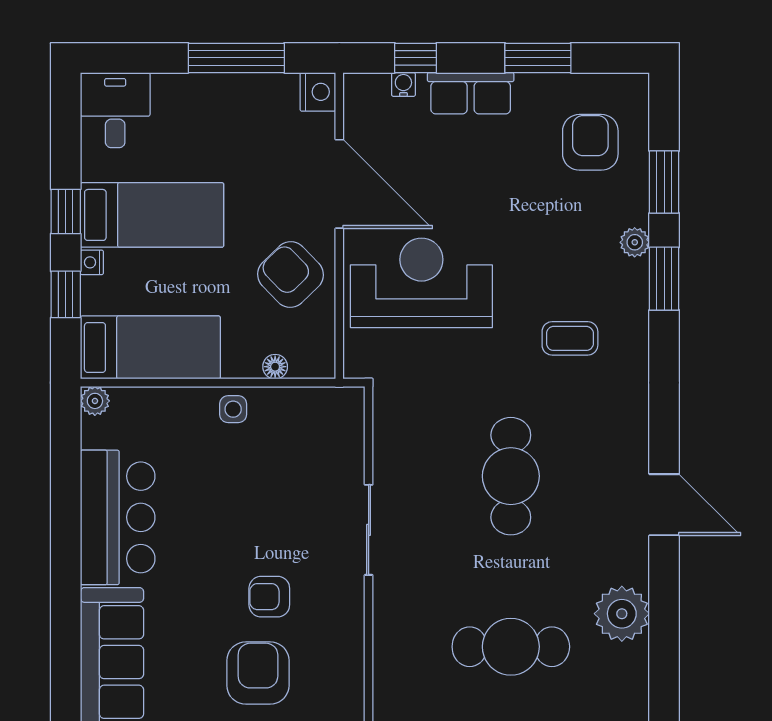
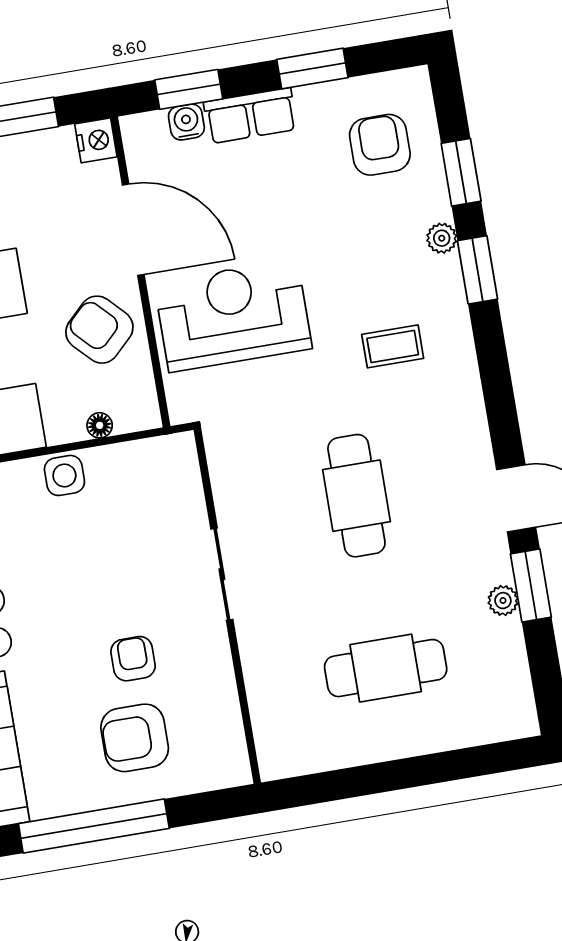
window: (416, 58) -> (189, 89), width x1.50
water cooler: (403, 84) -> (186, 122), width x1.38, depth x1.38
side table: (233, 409) -> (64, 475), width x1.37, depth x1.37
window: (664, 591) -> (531, 586), added
armchair: (269, 597) -> (133, 659), turned 90
plant: (622, 614) -> (503, 601), width x0.53, depth x0.53
armchair: (258, 673) -> (135, 738), turned -90

